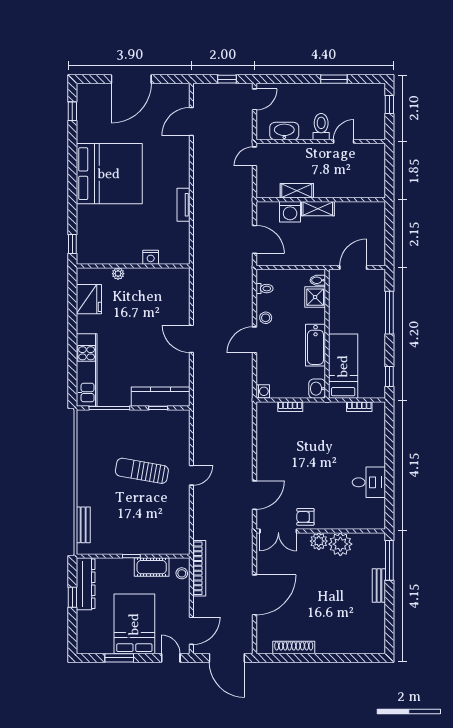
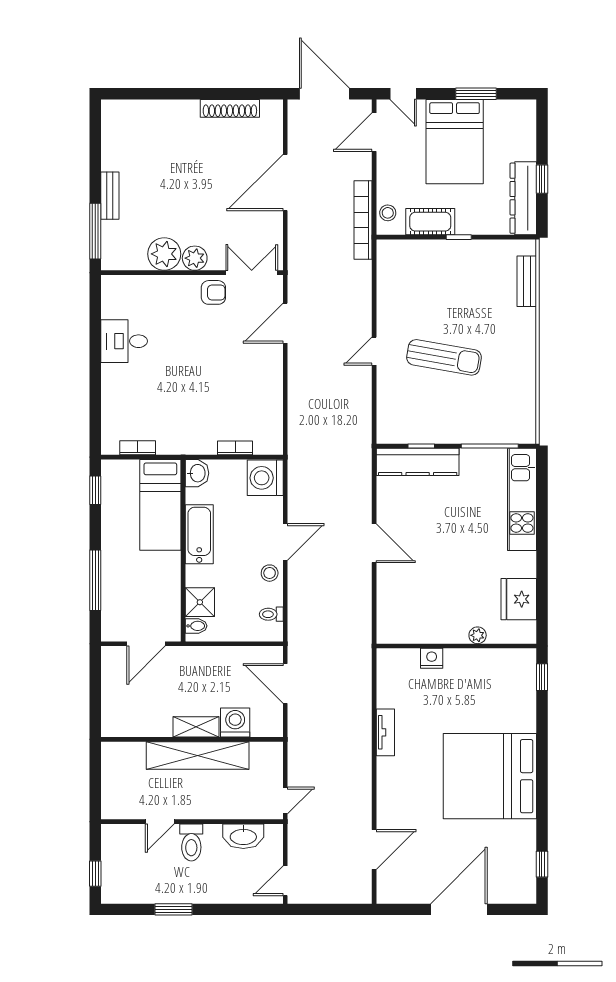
window: (227, 79) -> (324, 909), removed
shelving: (297, 191) -> (198, 756), width x2.20, depth x1.33
washing machine: (263, 391) -> (265, 478), width x1.89, depth x1.89

